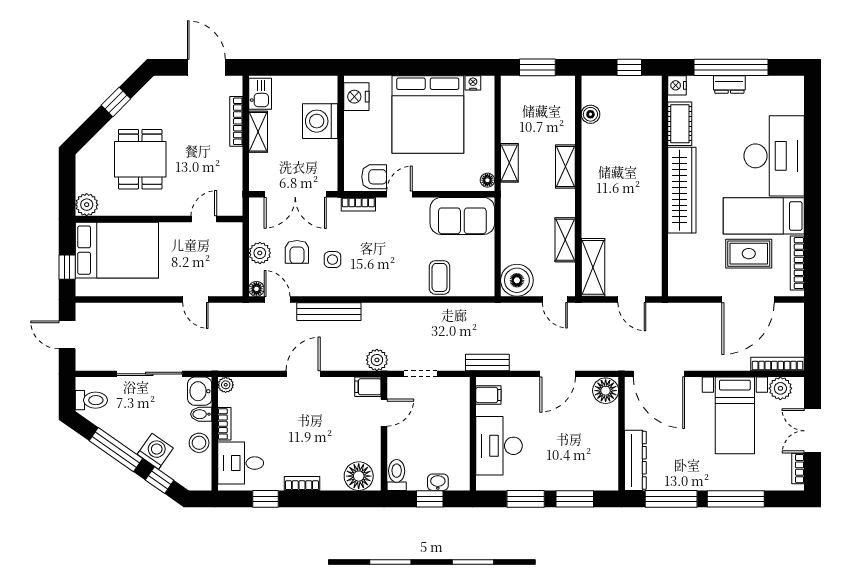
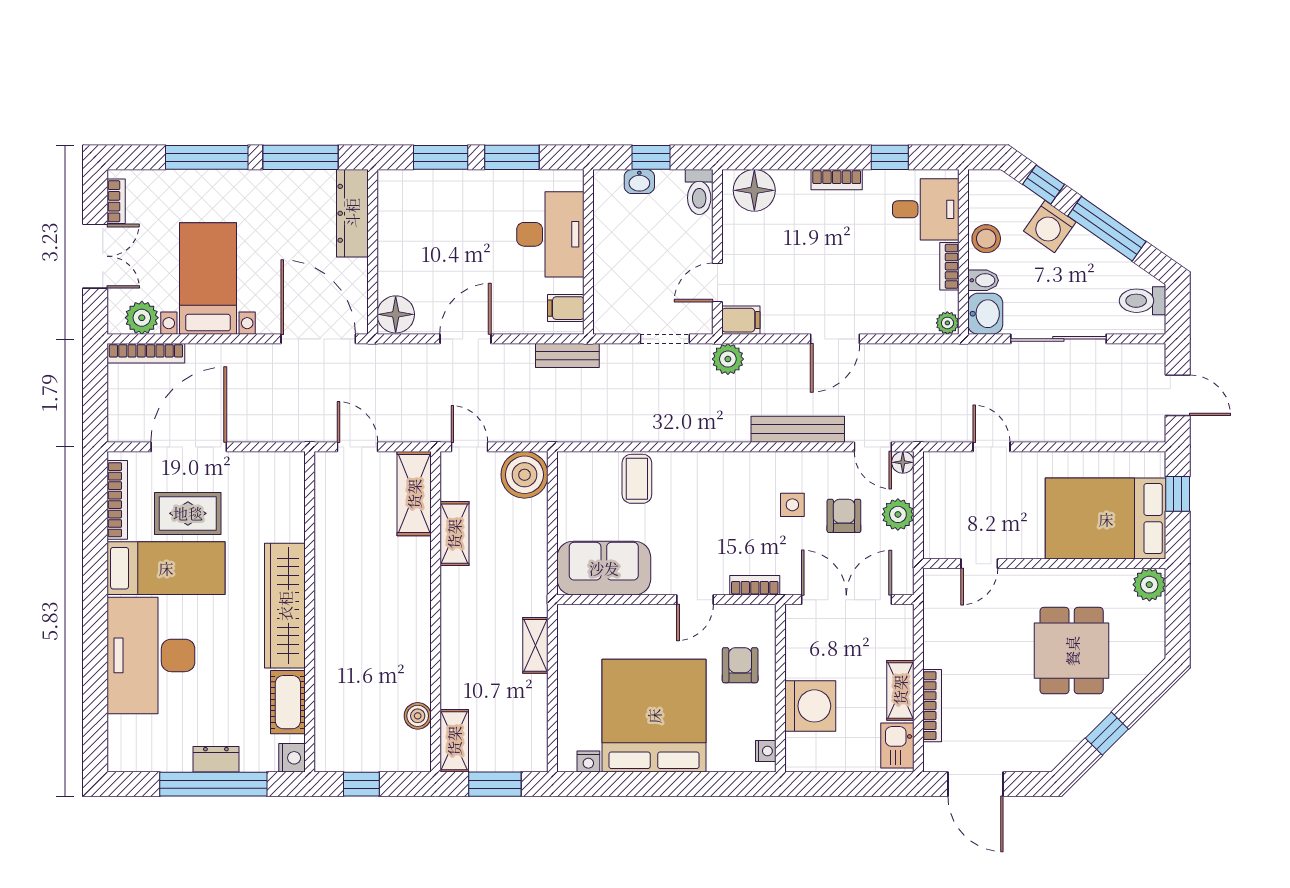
nightstand: (356, 97) -> (766, 751), width x0.53, depth x0.56
shelving: (565, 166) -> (454, 741), moved
armchair: (374, 177) -> (740, 665), moved, turned 90
floor lamp: (487, 180) -> (567, 620), removed

